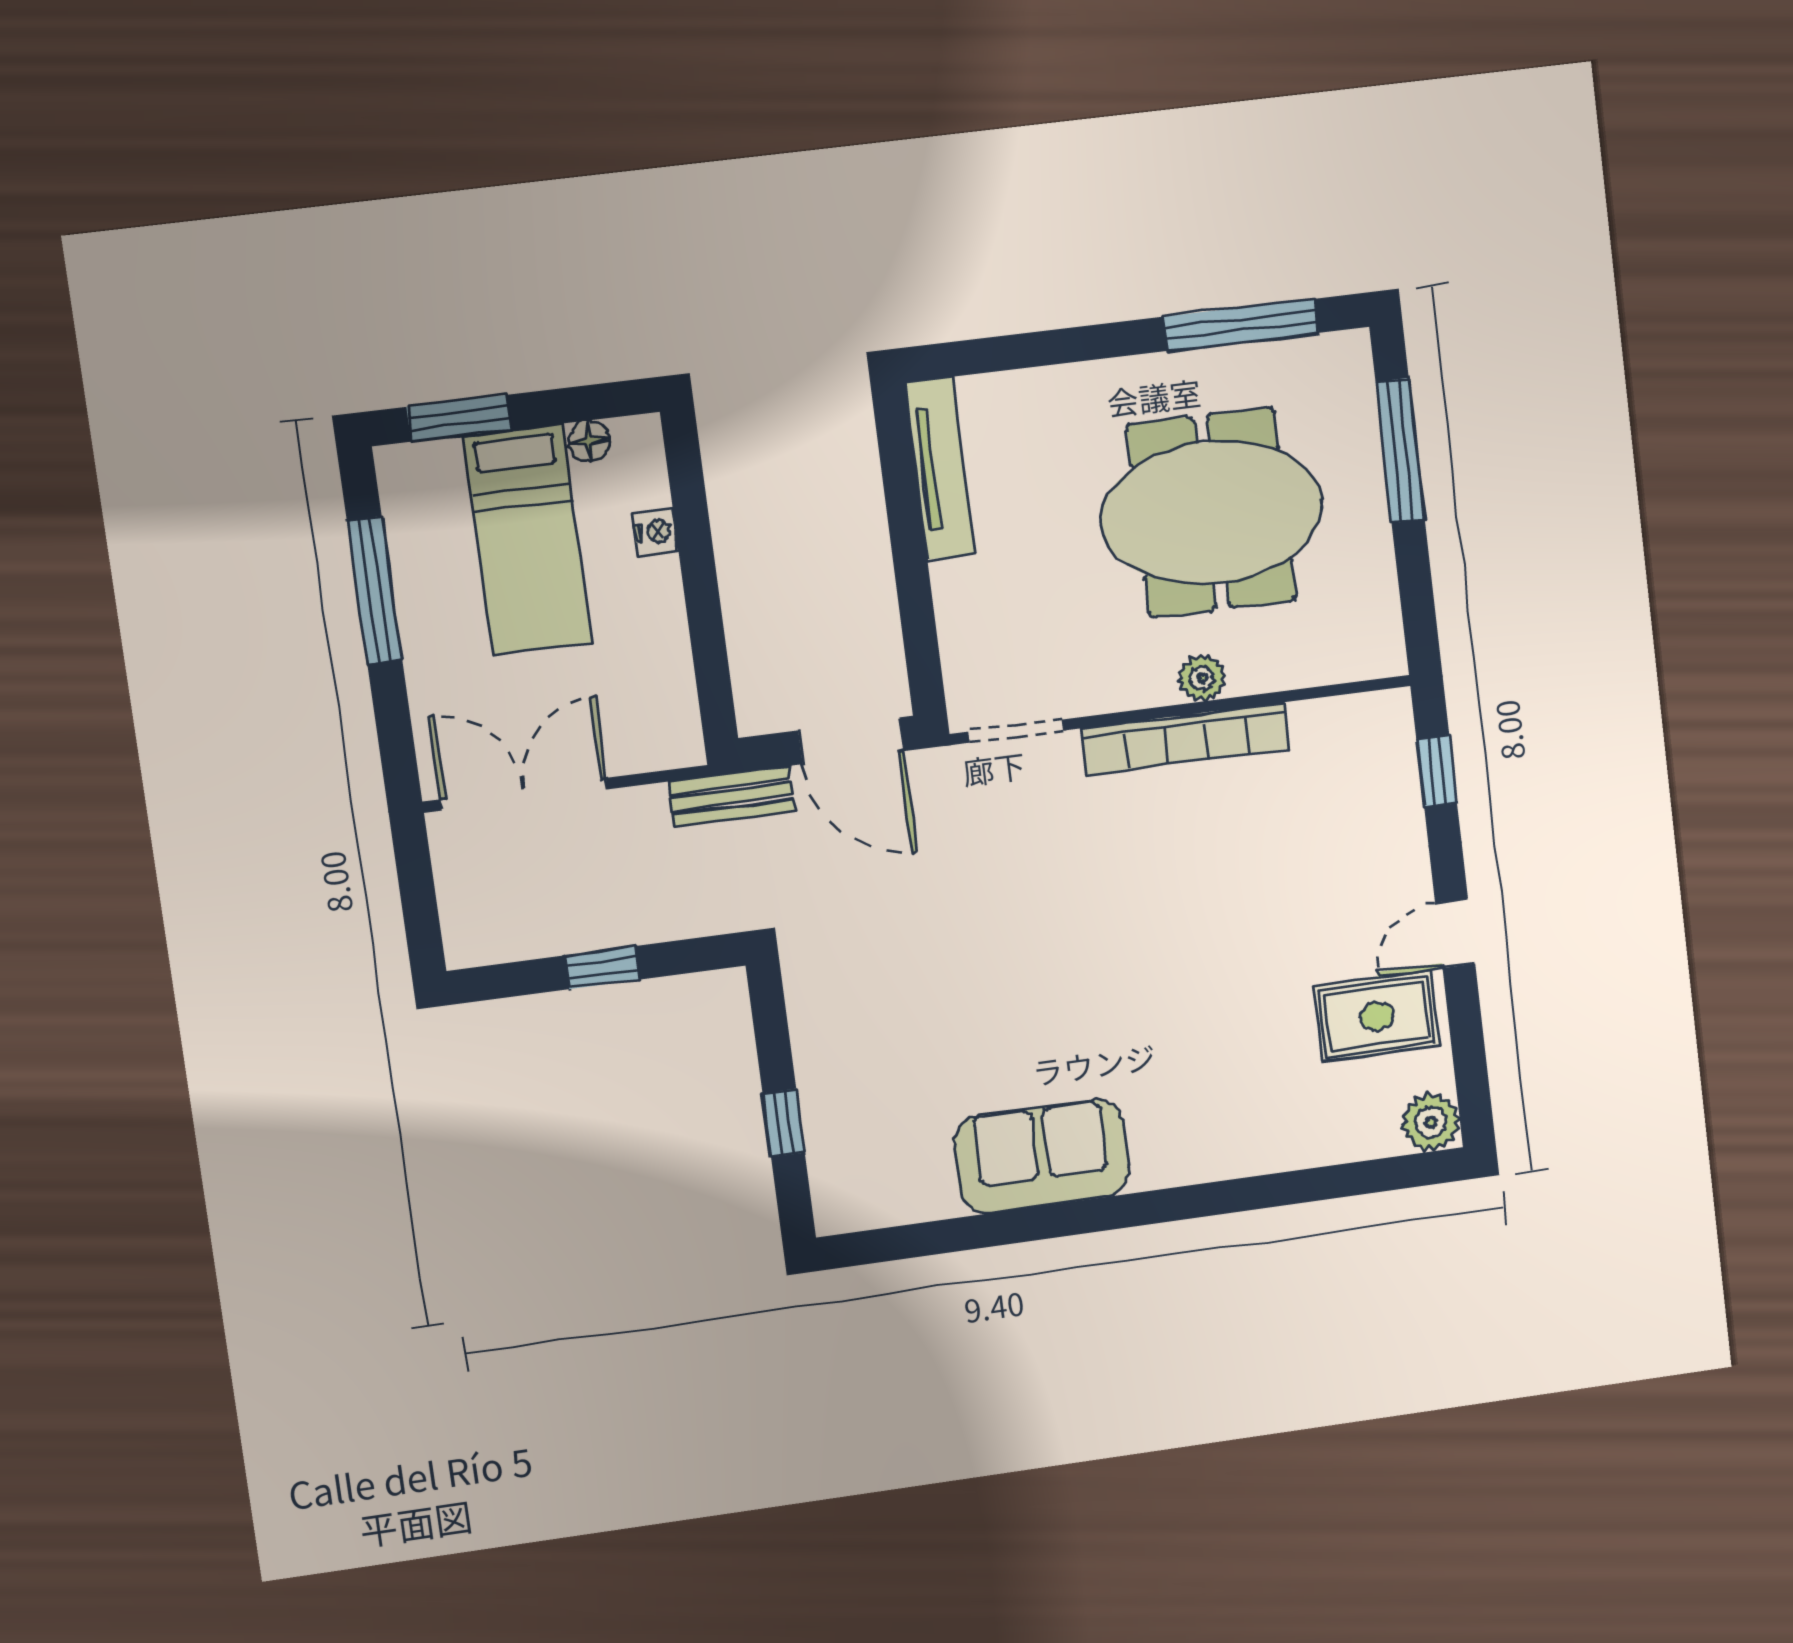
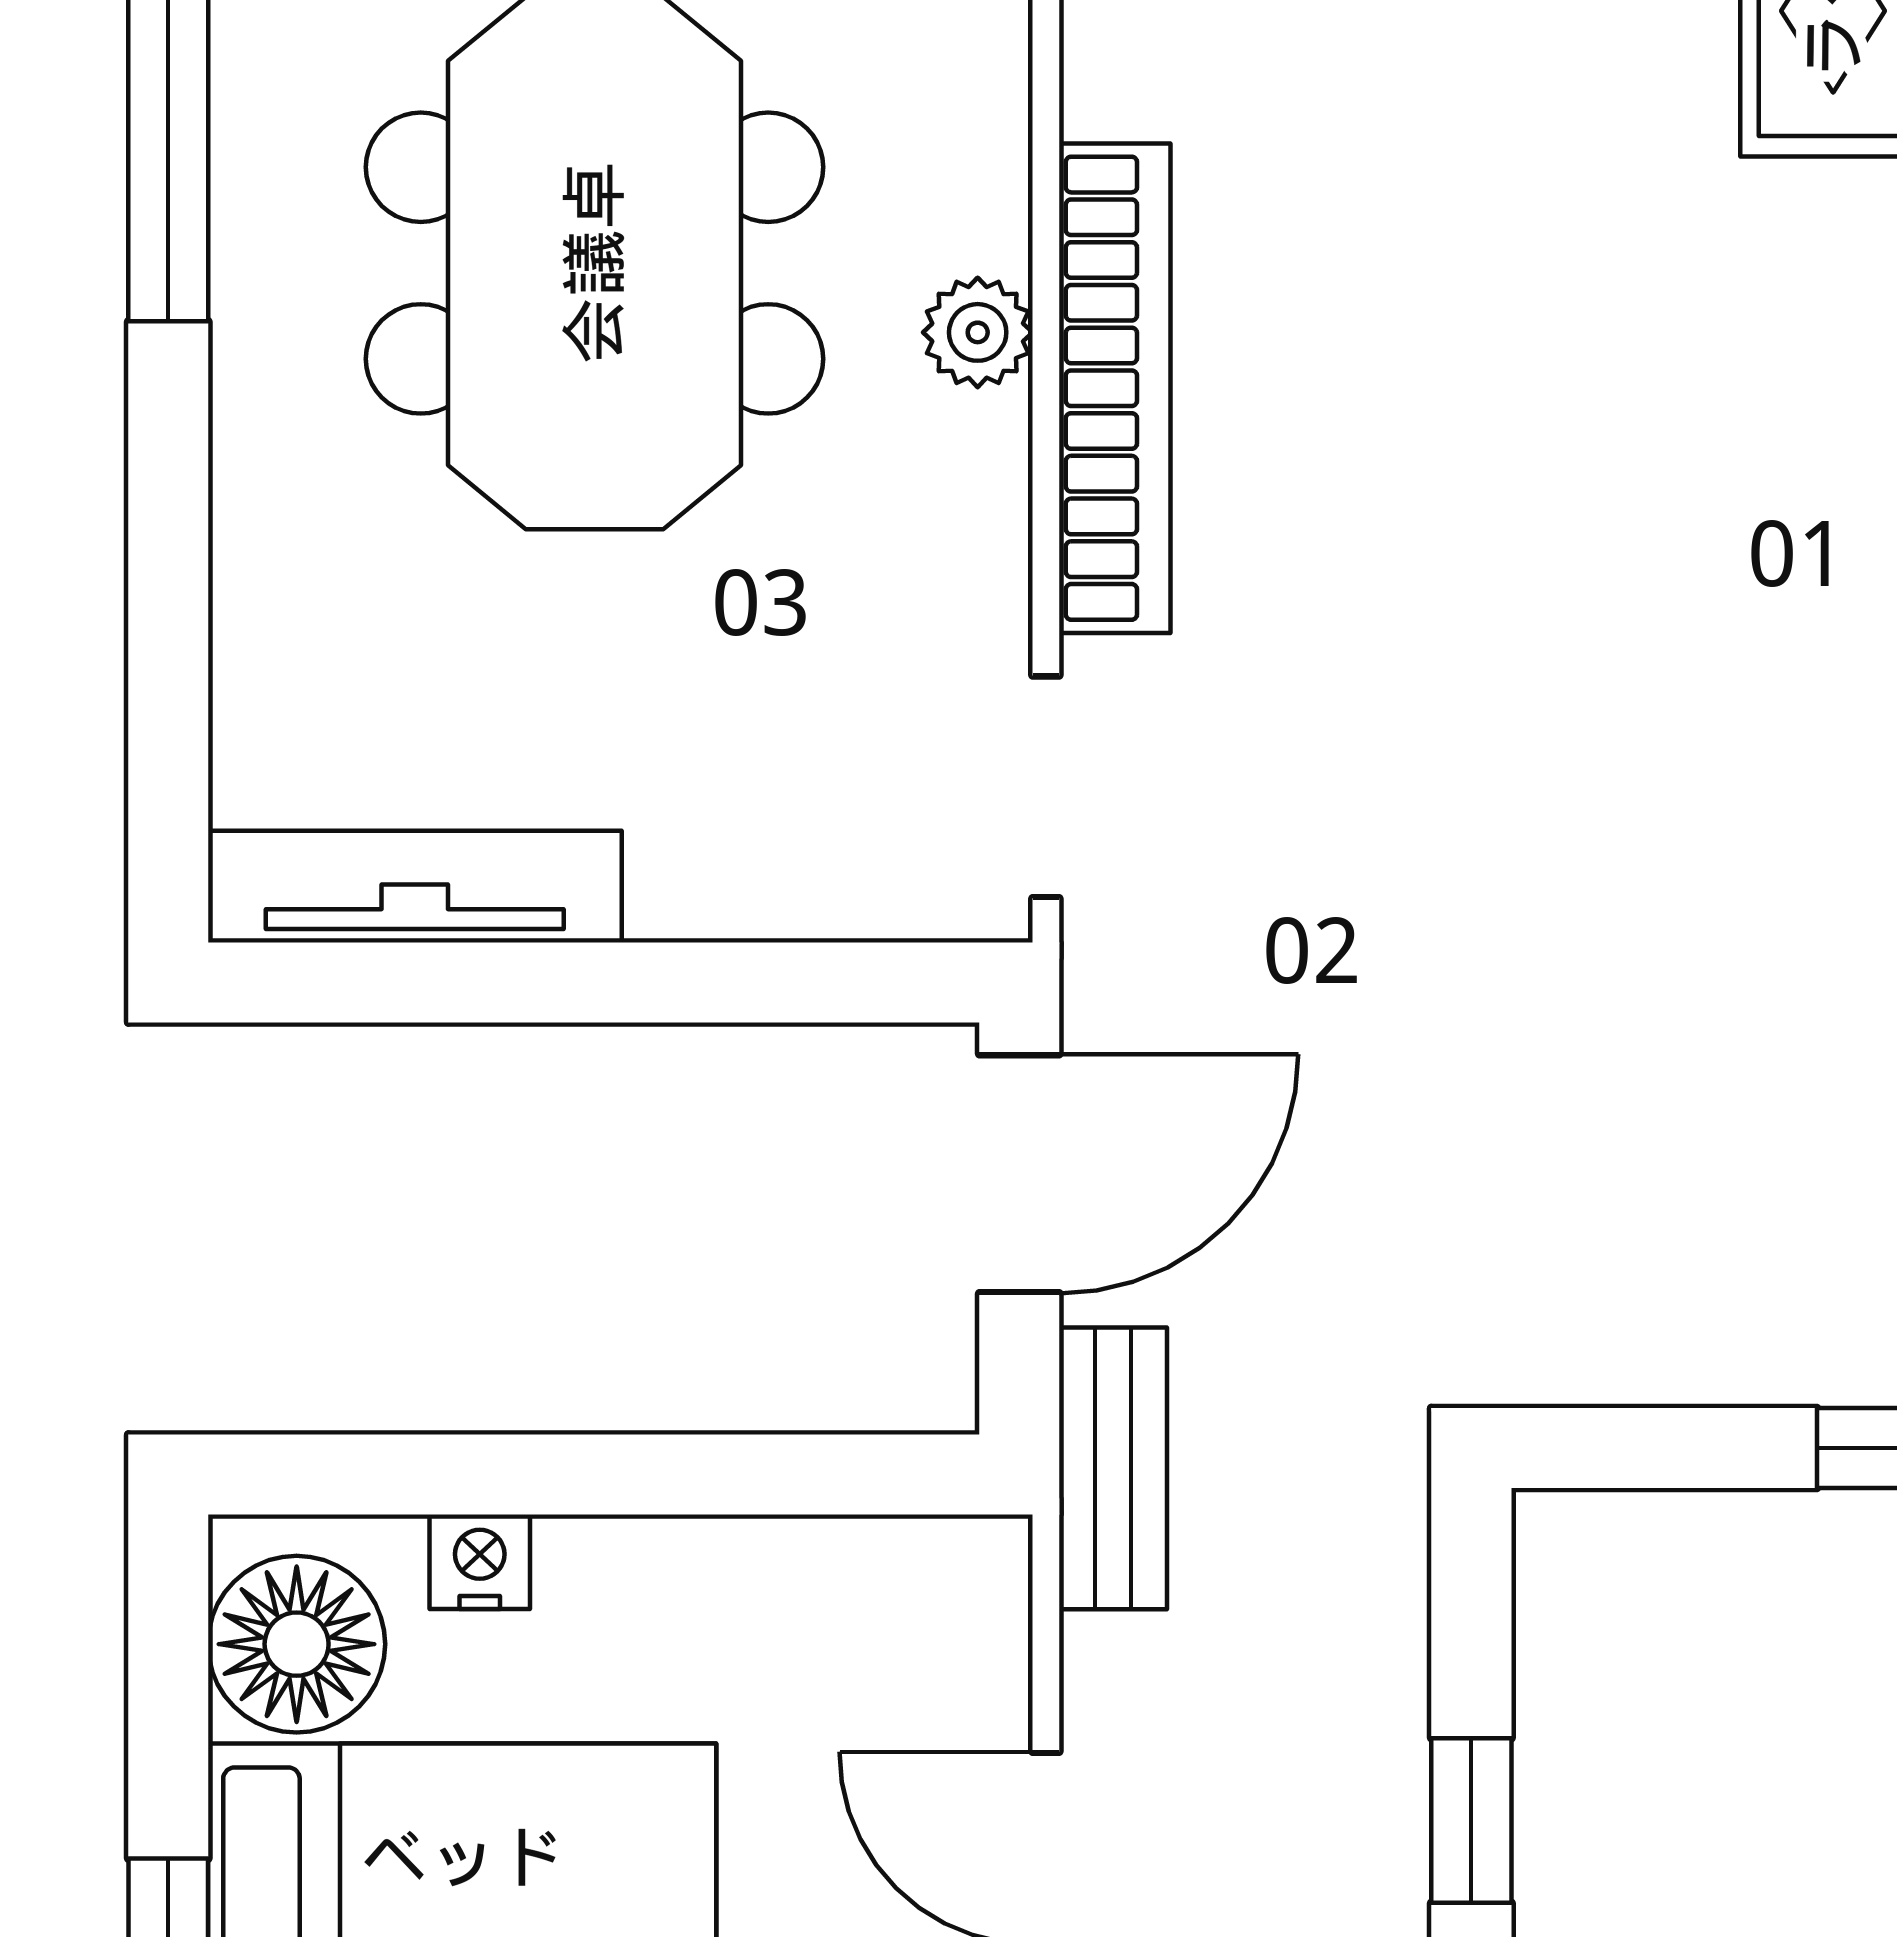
floor lamp: (589, 441) -> (297, 1644), width x1.89, depth x1.89

